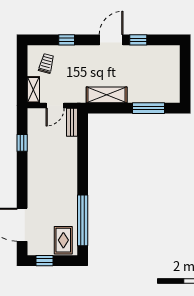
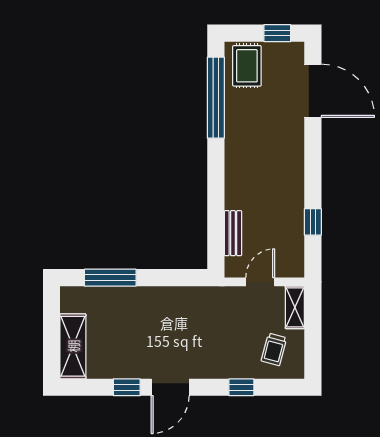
shelving: (107, 95) -> (73, 346), moved, turned 90
bench: (72, 122) -> (233, 233), moved

